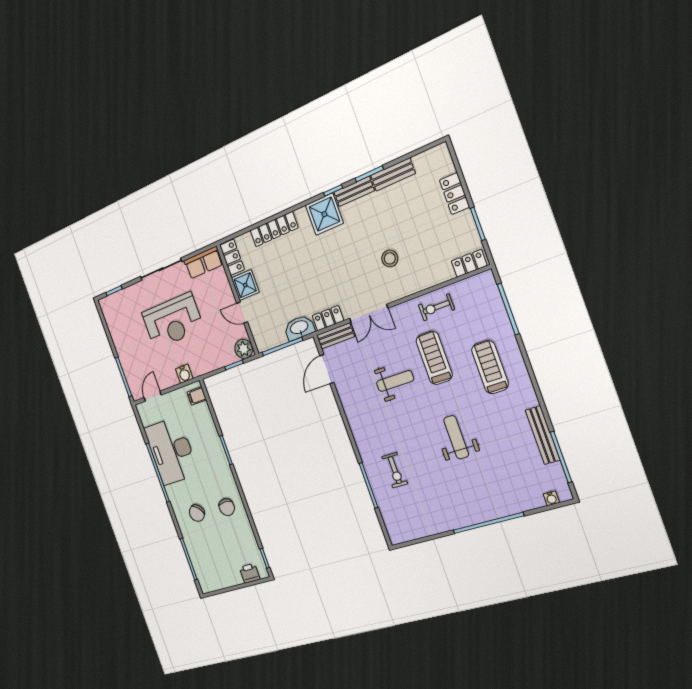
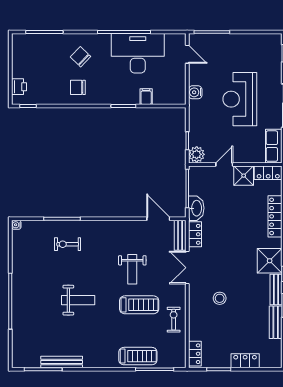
treadmill: (490, 367) -> (138, 356), moved
filing cabinet: (197, 396) -> (146, 97), moved
water cooler: (551, 498) -> (16, 225), moved

